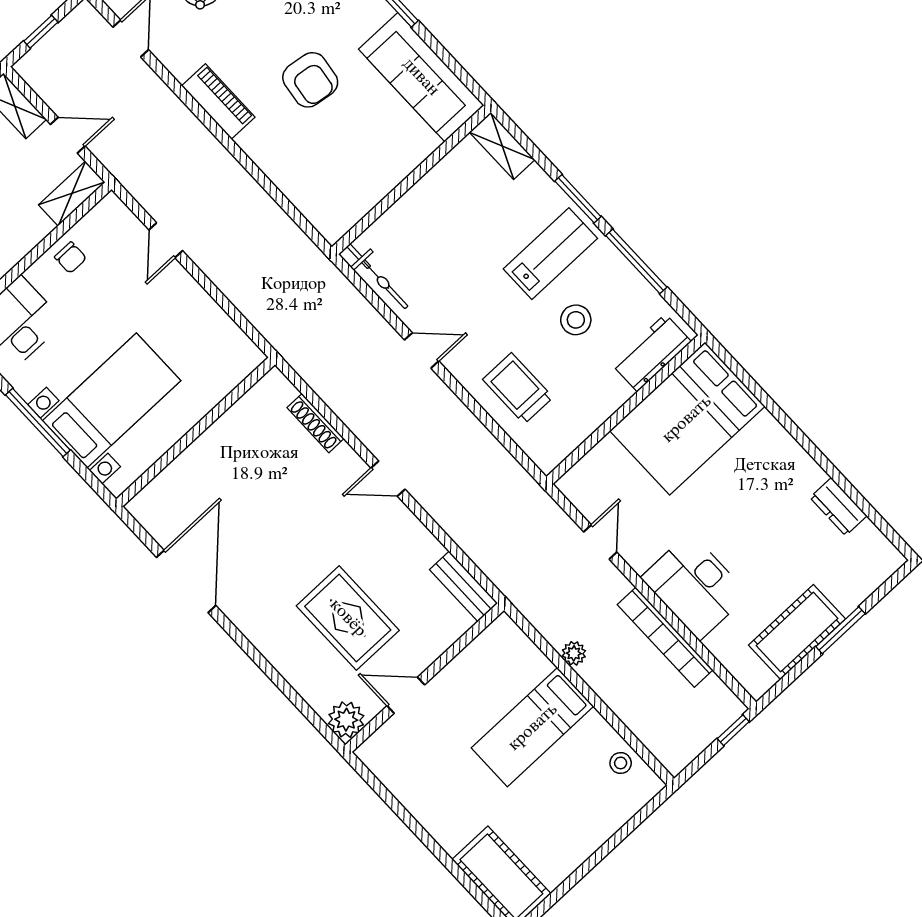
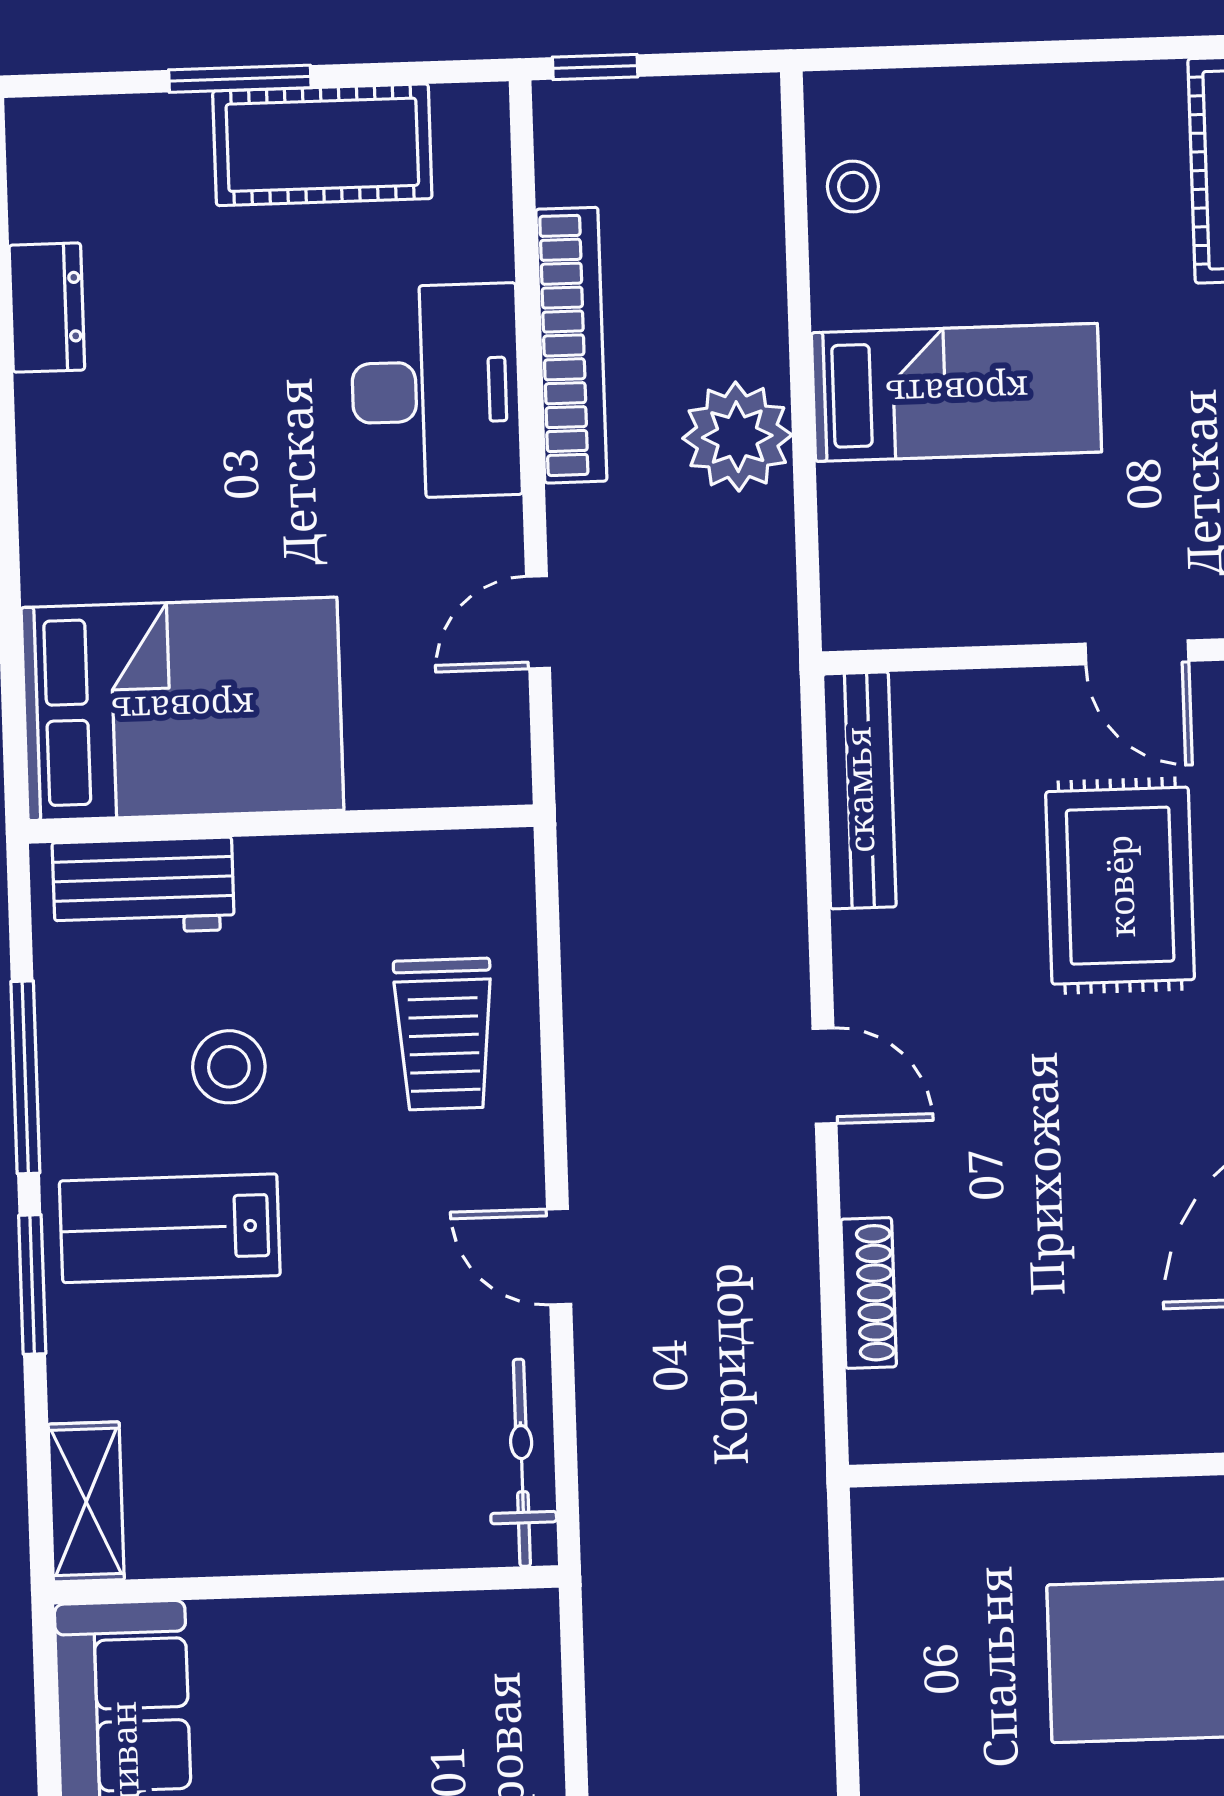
bench: (464, 586) -> (859, 790), width x1.36
plant: (574, 653) -> (737, 437), width x1.88, depth x1.88

